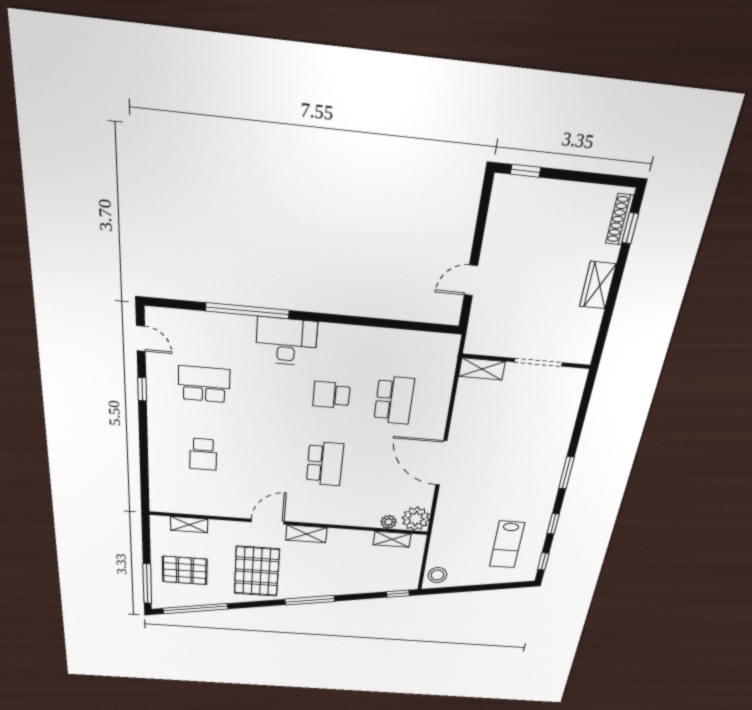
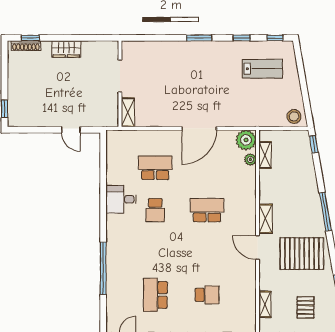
desk: (286, 342) -> (121, 199), moved, width x0.73
pallet: (185, 570) -> (306, 307), width x0.67, depth x0.71

